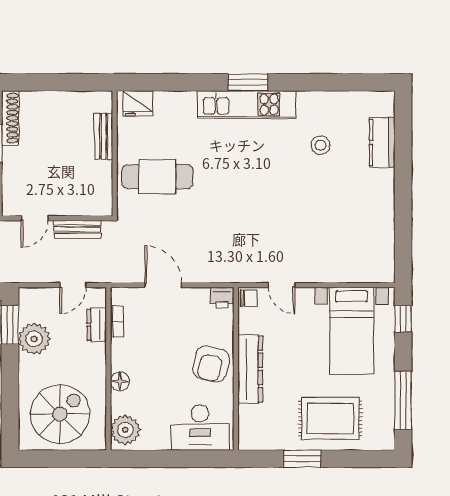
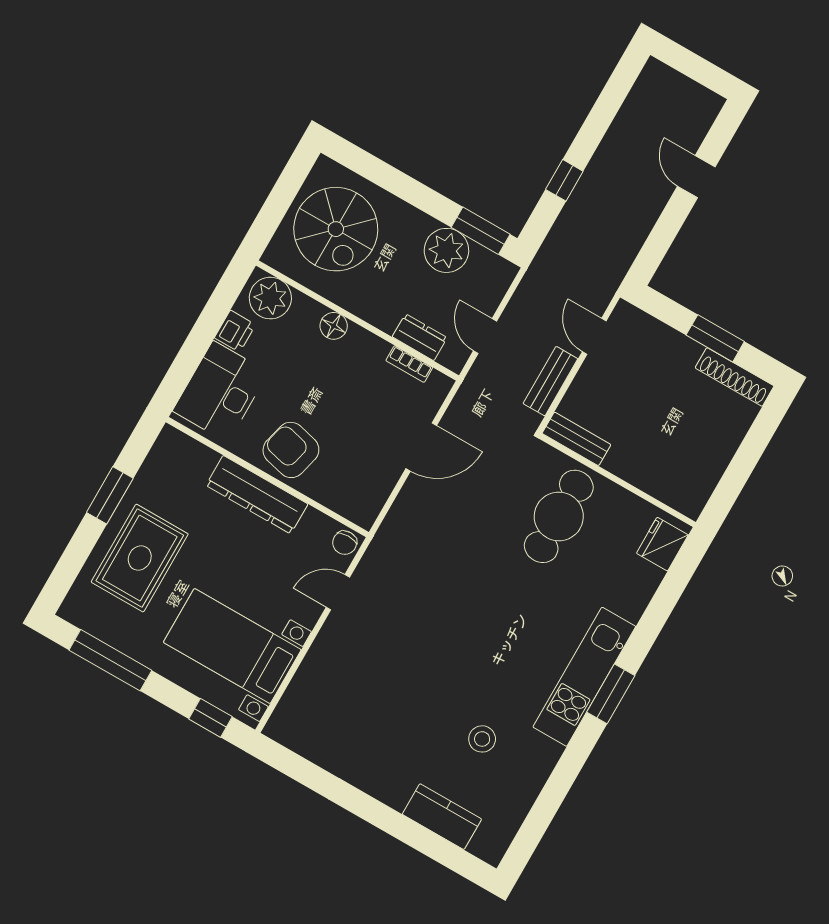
bench: (104, 137) -> (576, 439), moved
printer: (222, 298) -> (235, 331), moved, turned 180

